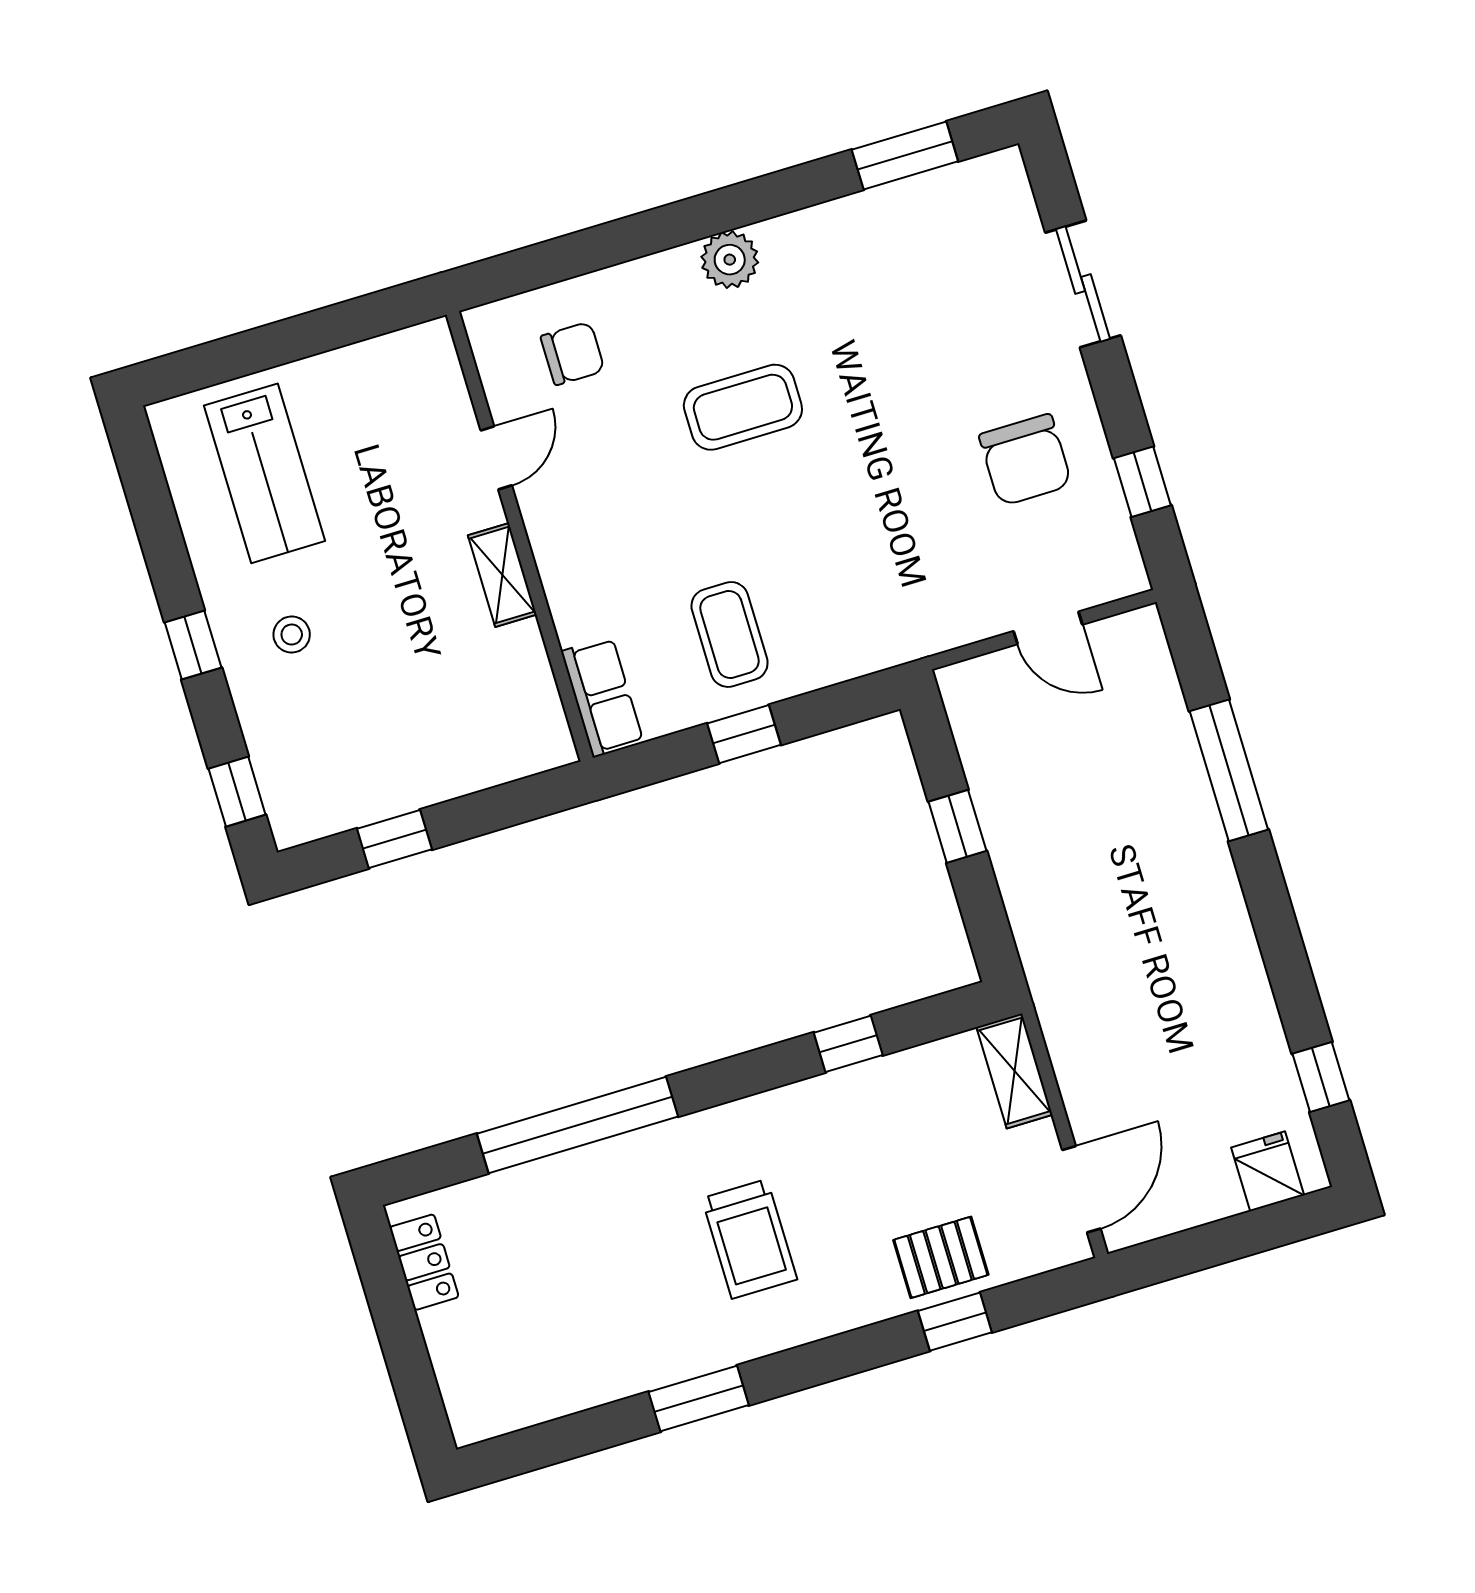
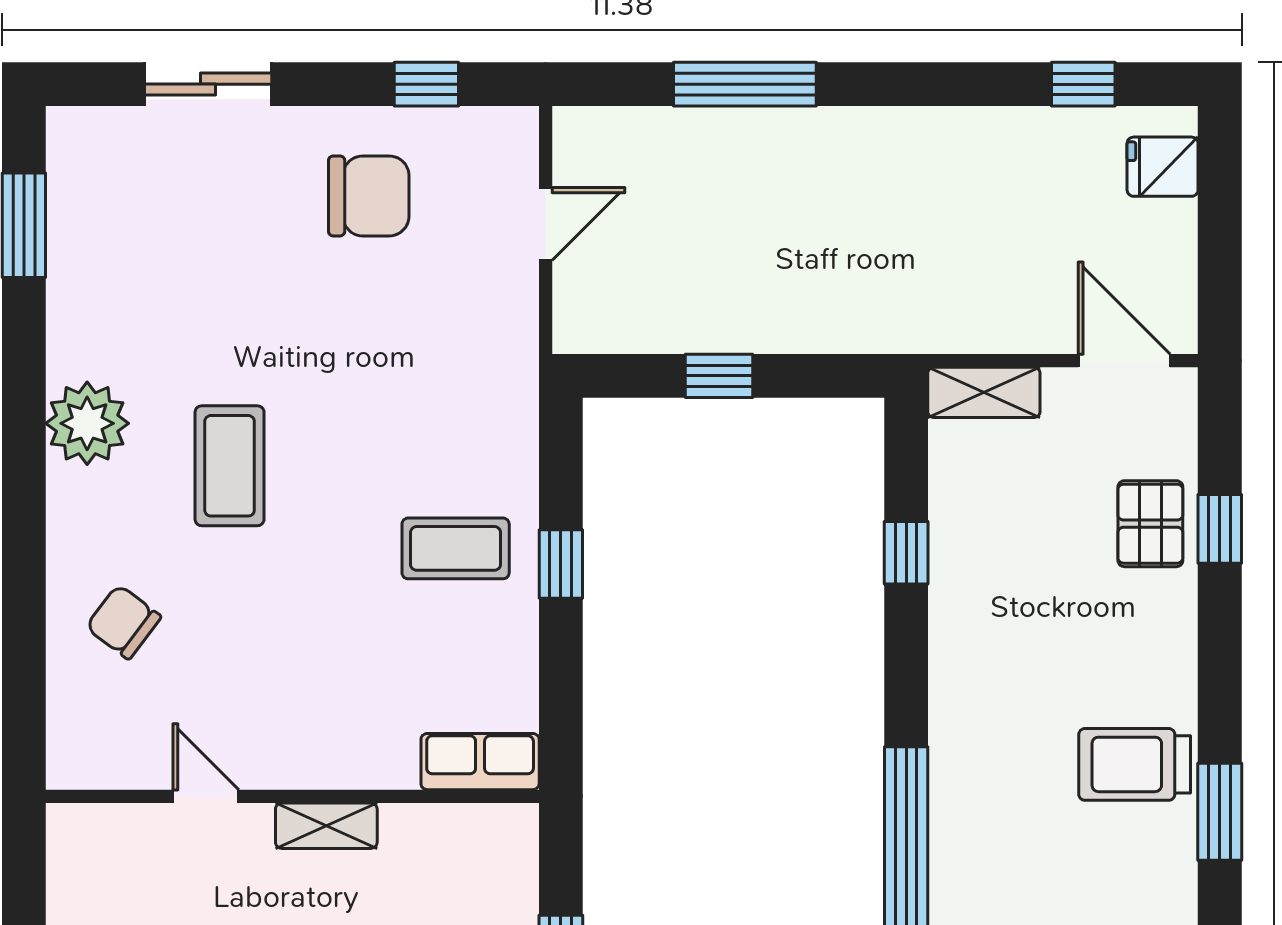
plant: (730, 260) -> (87, 423), width x1.36, depth x1.36
chair: (573, 353) -> (123, 622), turned -53
door: (496, 458) -> (206, 796), moved
wall: (520, 536) -> (292, 796), moved
shelving: (502, 575) -> (326, 826), moved
row of seats: (602, 697) -> (480, 762), moved
trolley: (749, 1239) -> (1135, 764), moved, turned 180

